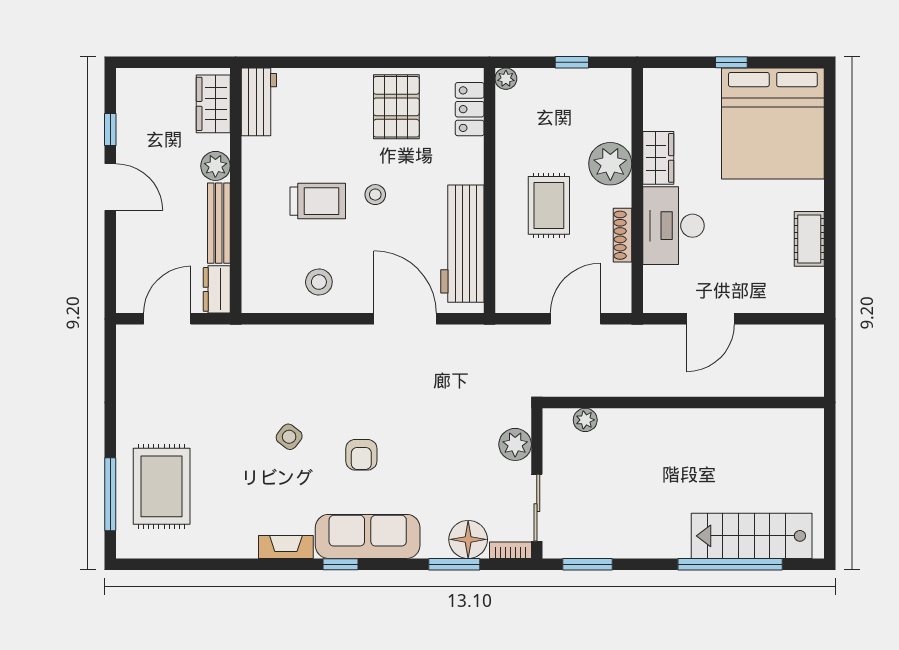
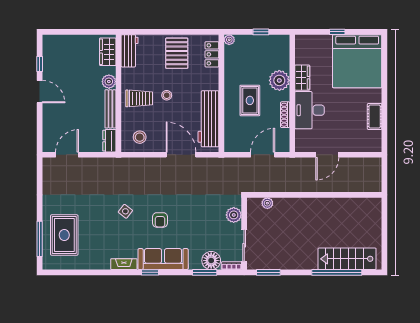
workbench: (259, 102) -> (130, 51), moved
wardrobe: (213, 104) -> (108, 52), moved
plant: (215, 166) -> (109, 82), moved
wall: (236, 191) -> (119, 93), moved
bench: (219, 223) -> (110, 109), moved
dresser: (217, 289) -> (109, 141), moved

